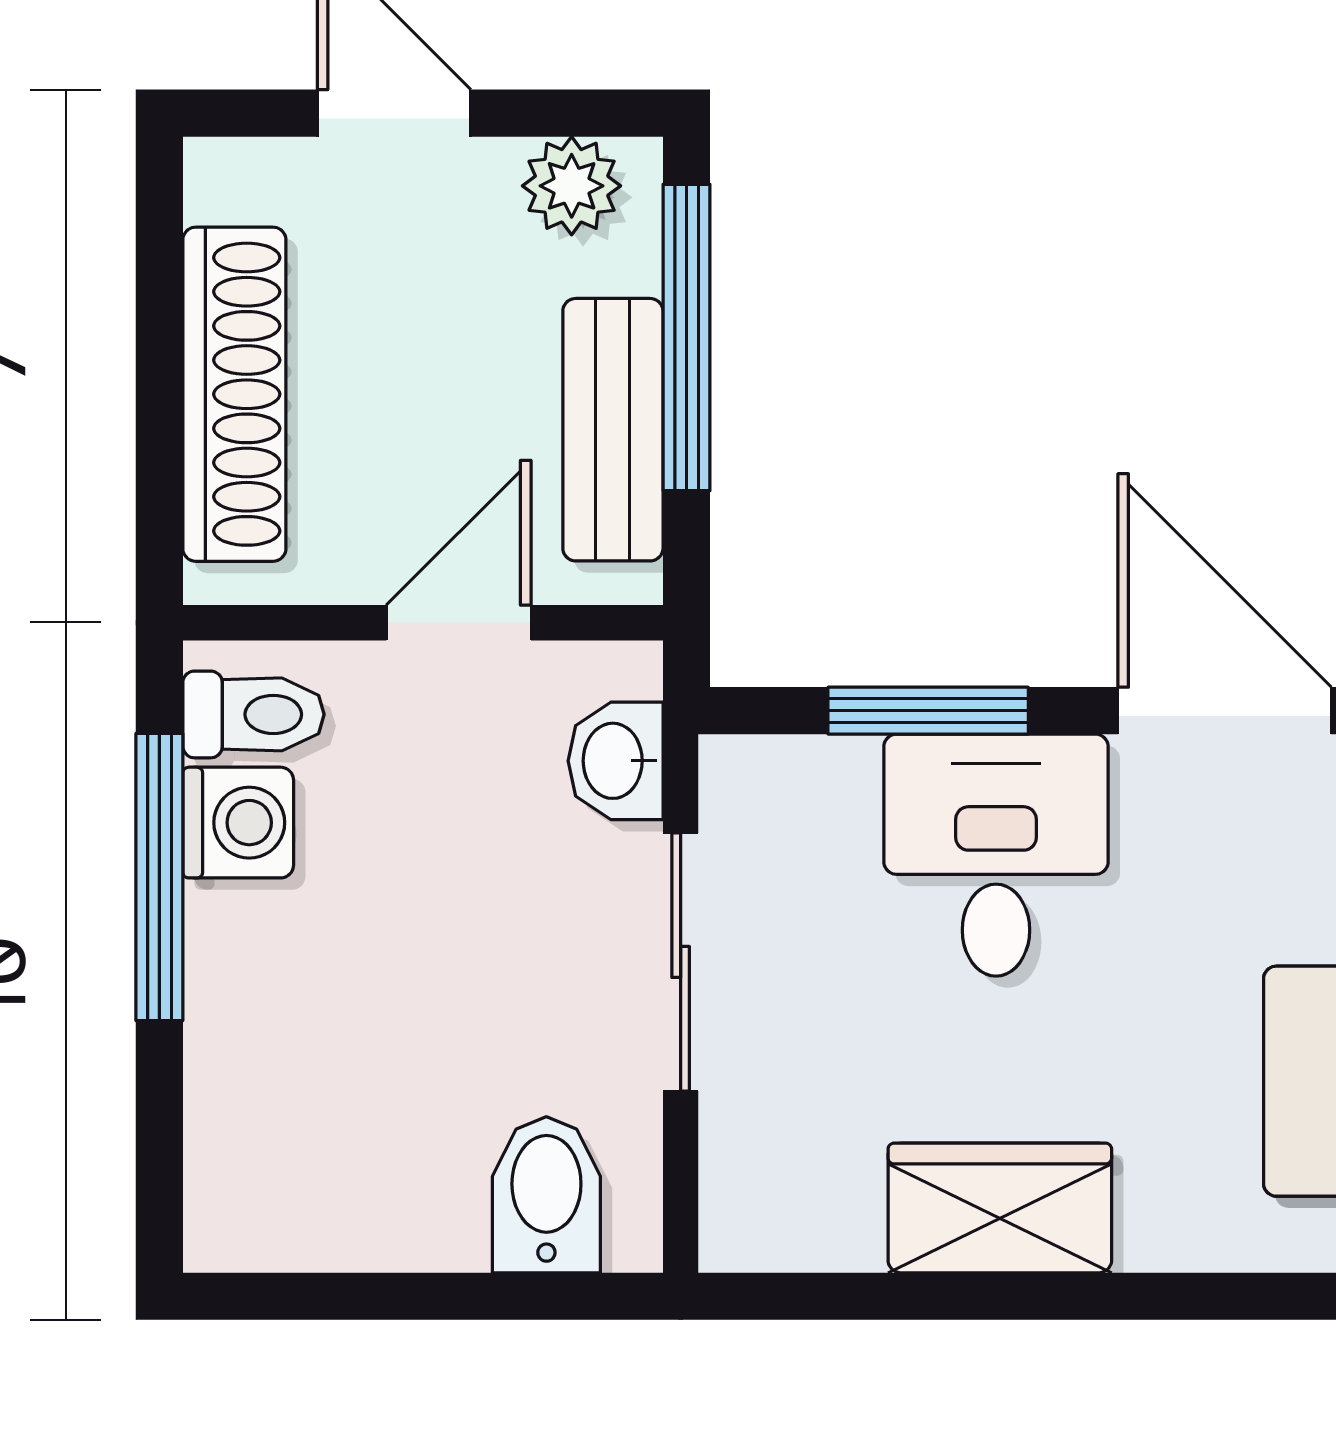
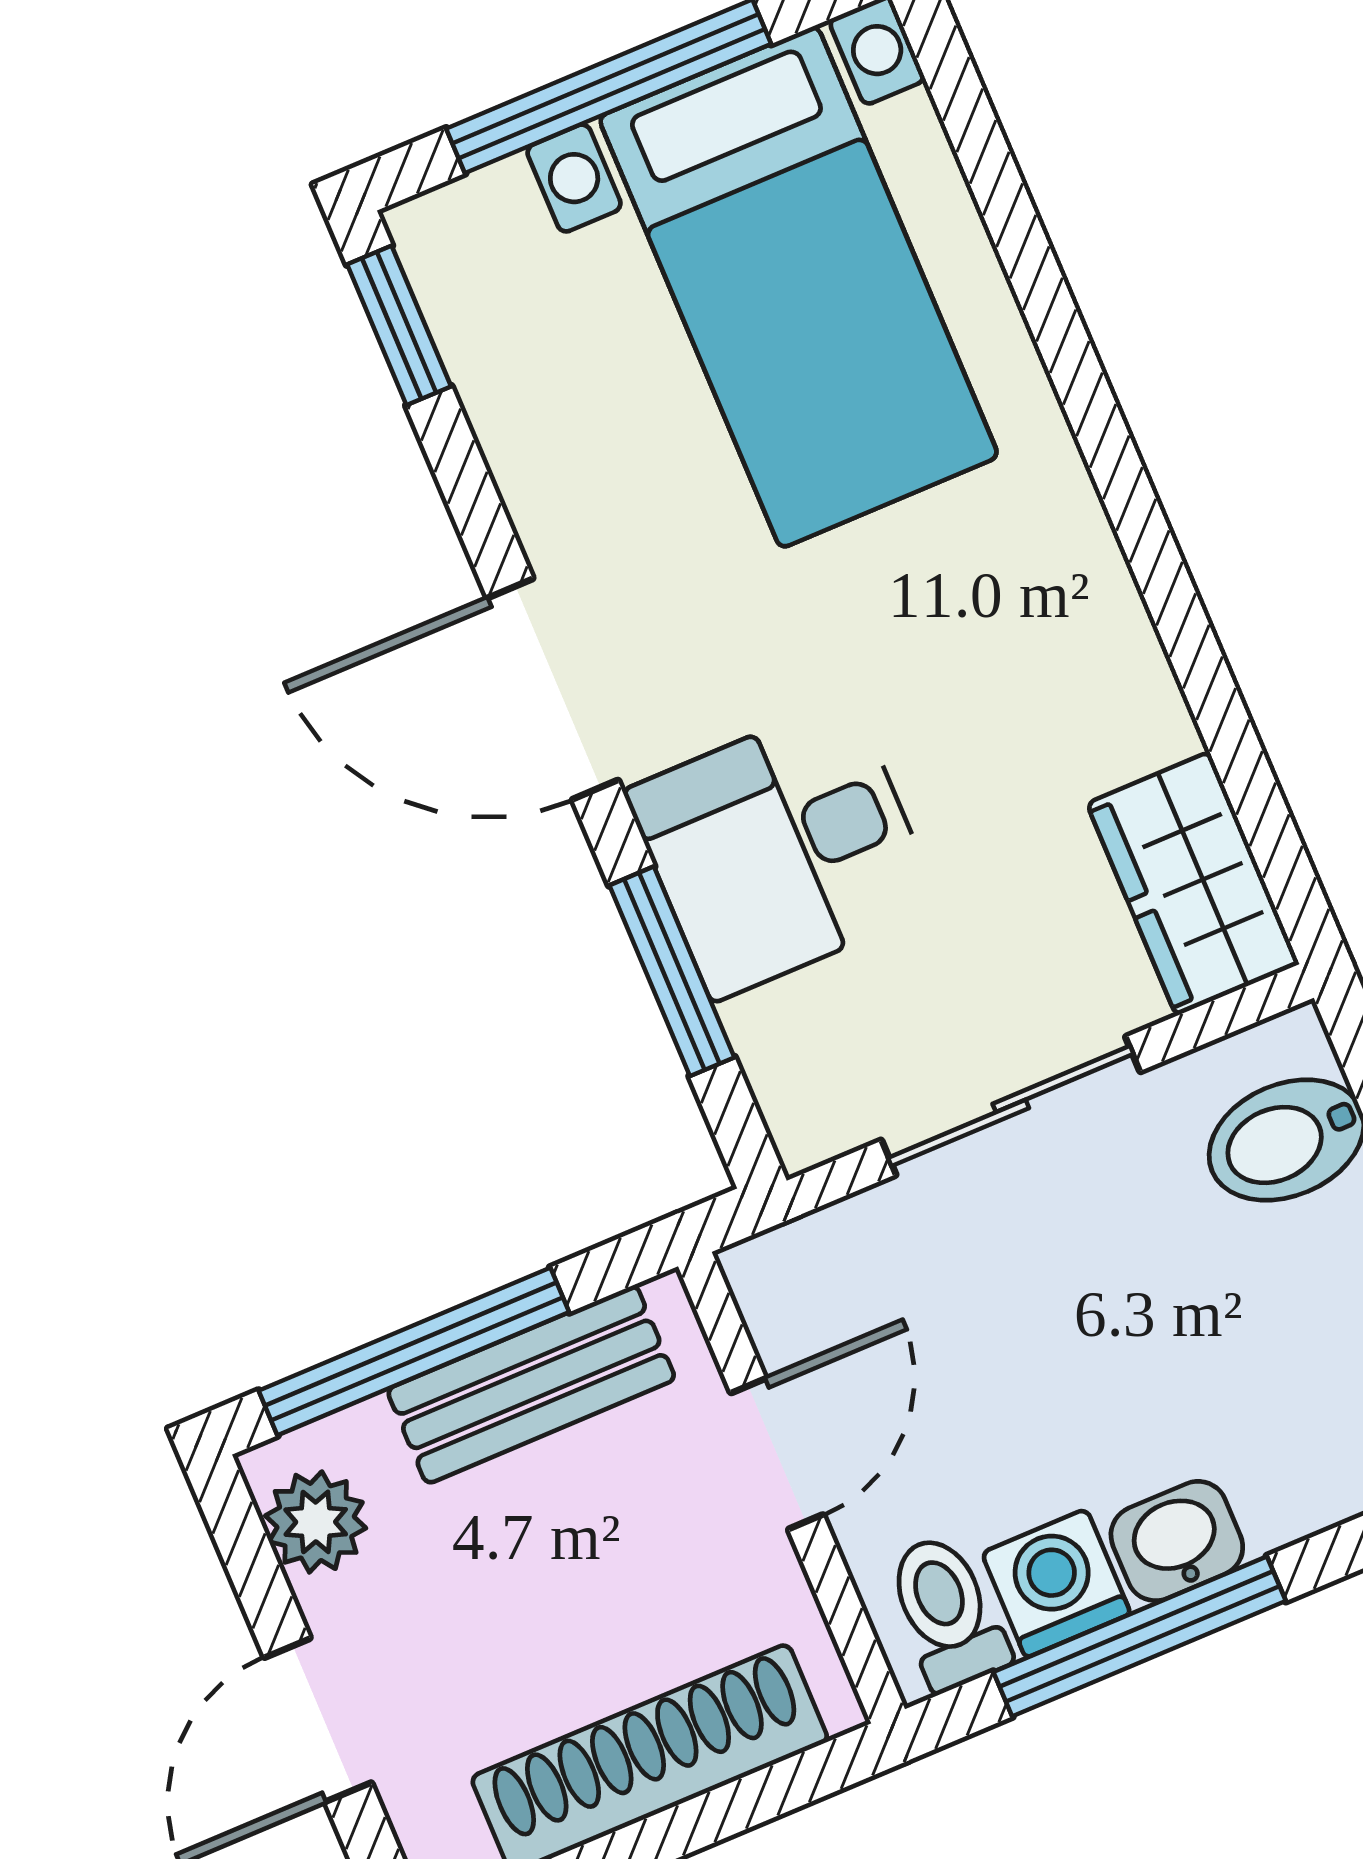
door: (459, 623) -> (777, 1454), swing flipped
door: (1225, 711) -> (553, 689), hinge flipped
washbasin: (616, 761) -> (1177, 1541), moved, turned 180
wardrobe: (1000, 1208) -> (1193, 884), moved

